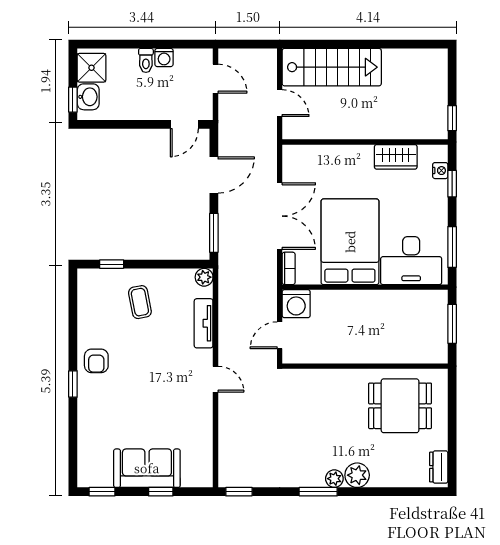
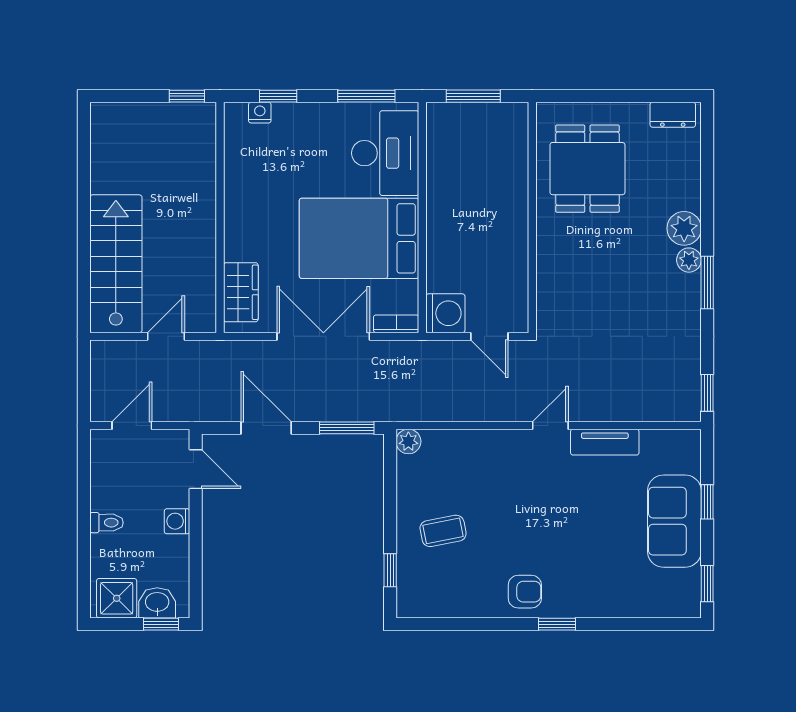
washing machine: (164, 58) -> (177, 521), moved, turned 180
wardrobe: (396, 157) -> (241, 292), moved
tv unit: (204, 323) -> (605, 442), moved

